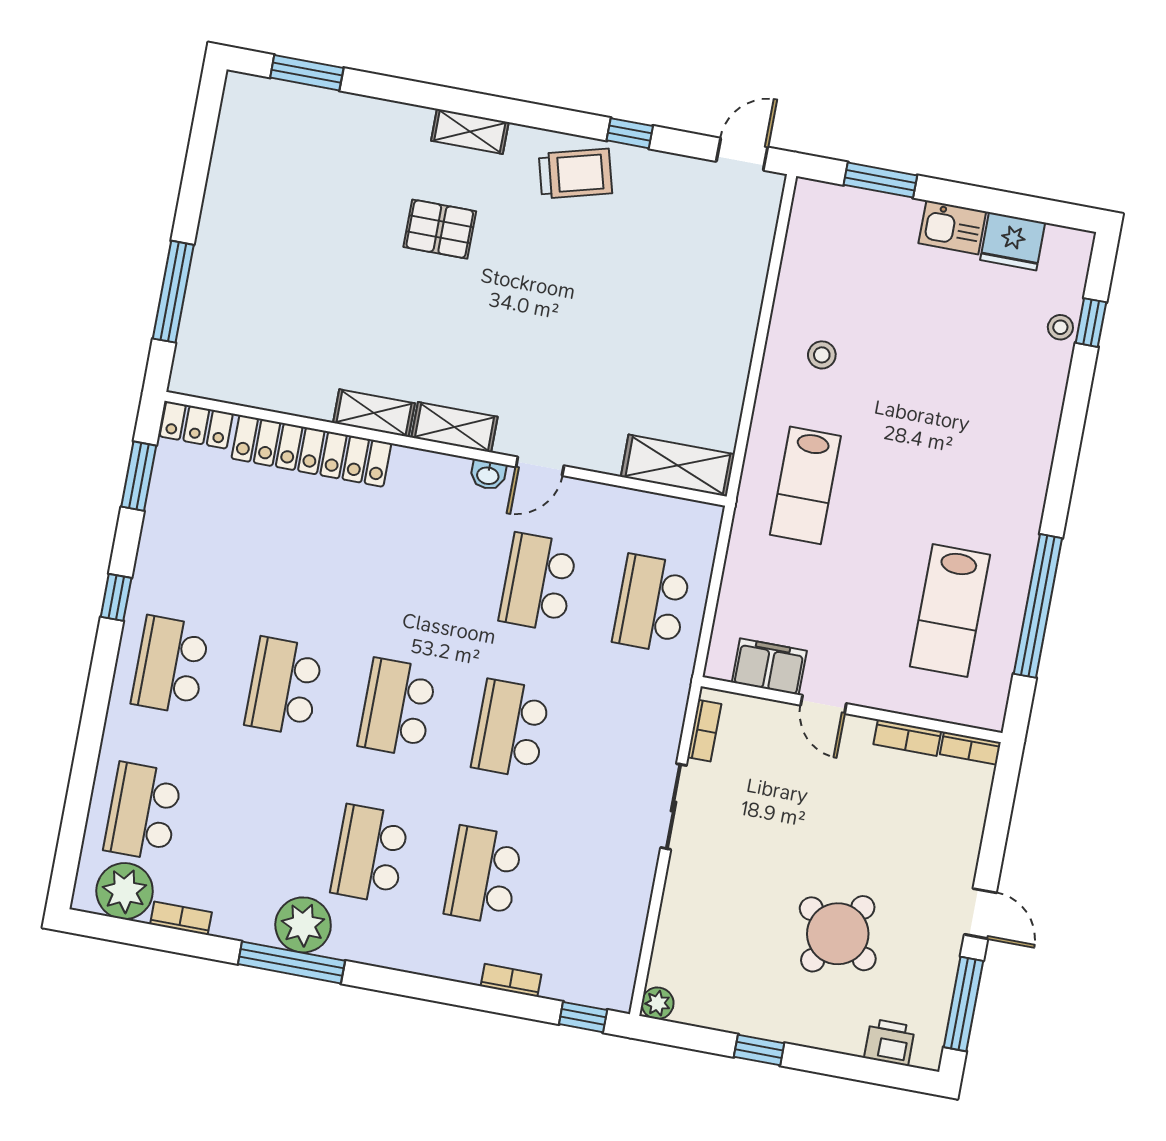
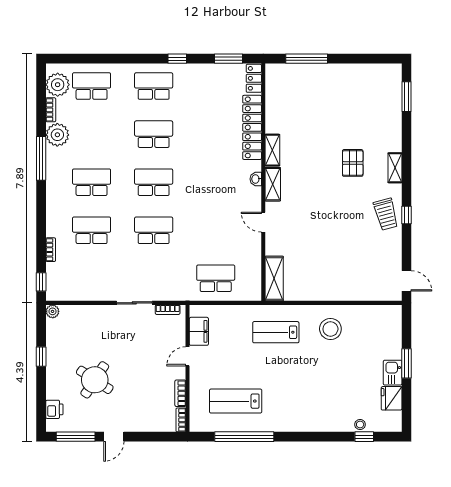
window: (630, 133) -> (407, 215), moved
window: (880, 180) -> (407, 363), moved
stool: (822, 355) -> (330, 329), width x1.89, depth x1.89
washbasin: (488, 475) -> (256, 179), moved
school desk: (538, 582) -> (216, 230), removed
plant: (303, 925) -> (57, 135), moved

